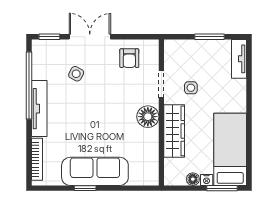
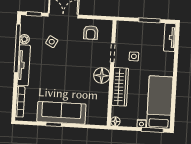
plant: (38, 72) -> (24, 39), added
floor lamp: (193, 179) -> (115, 121), moved

